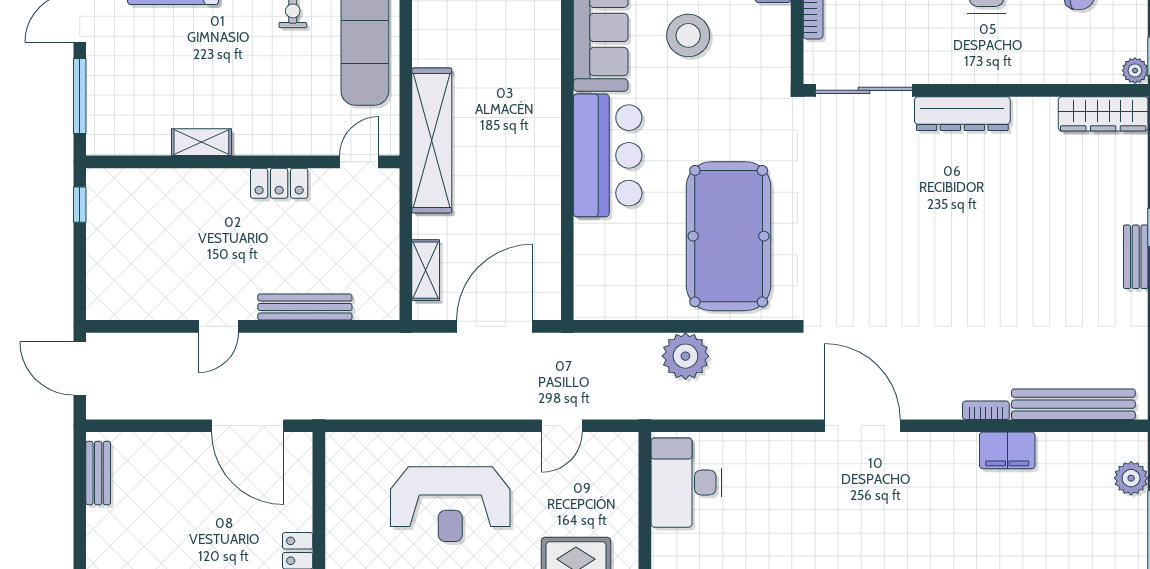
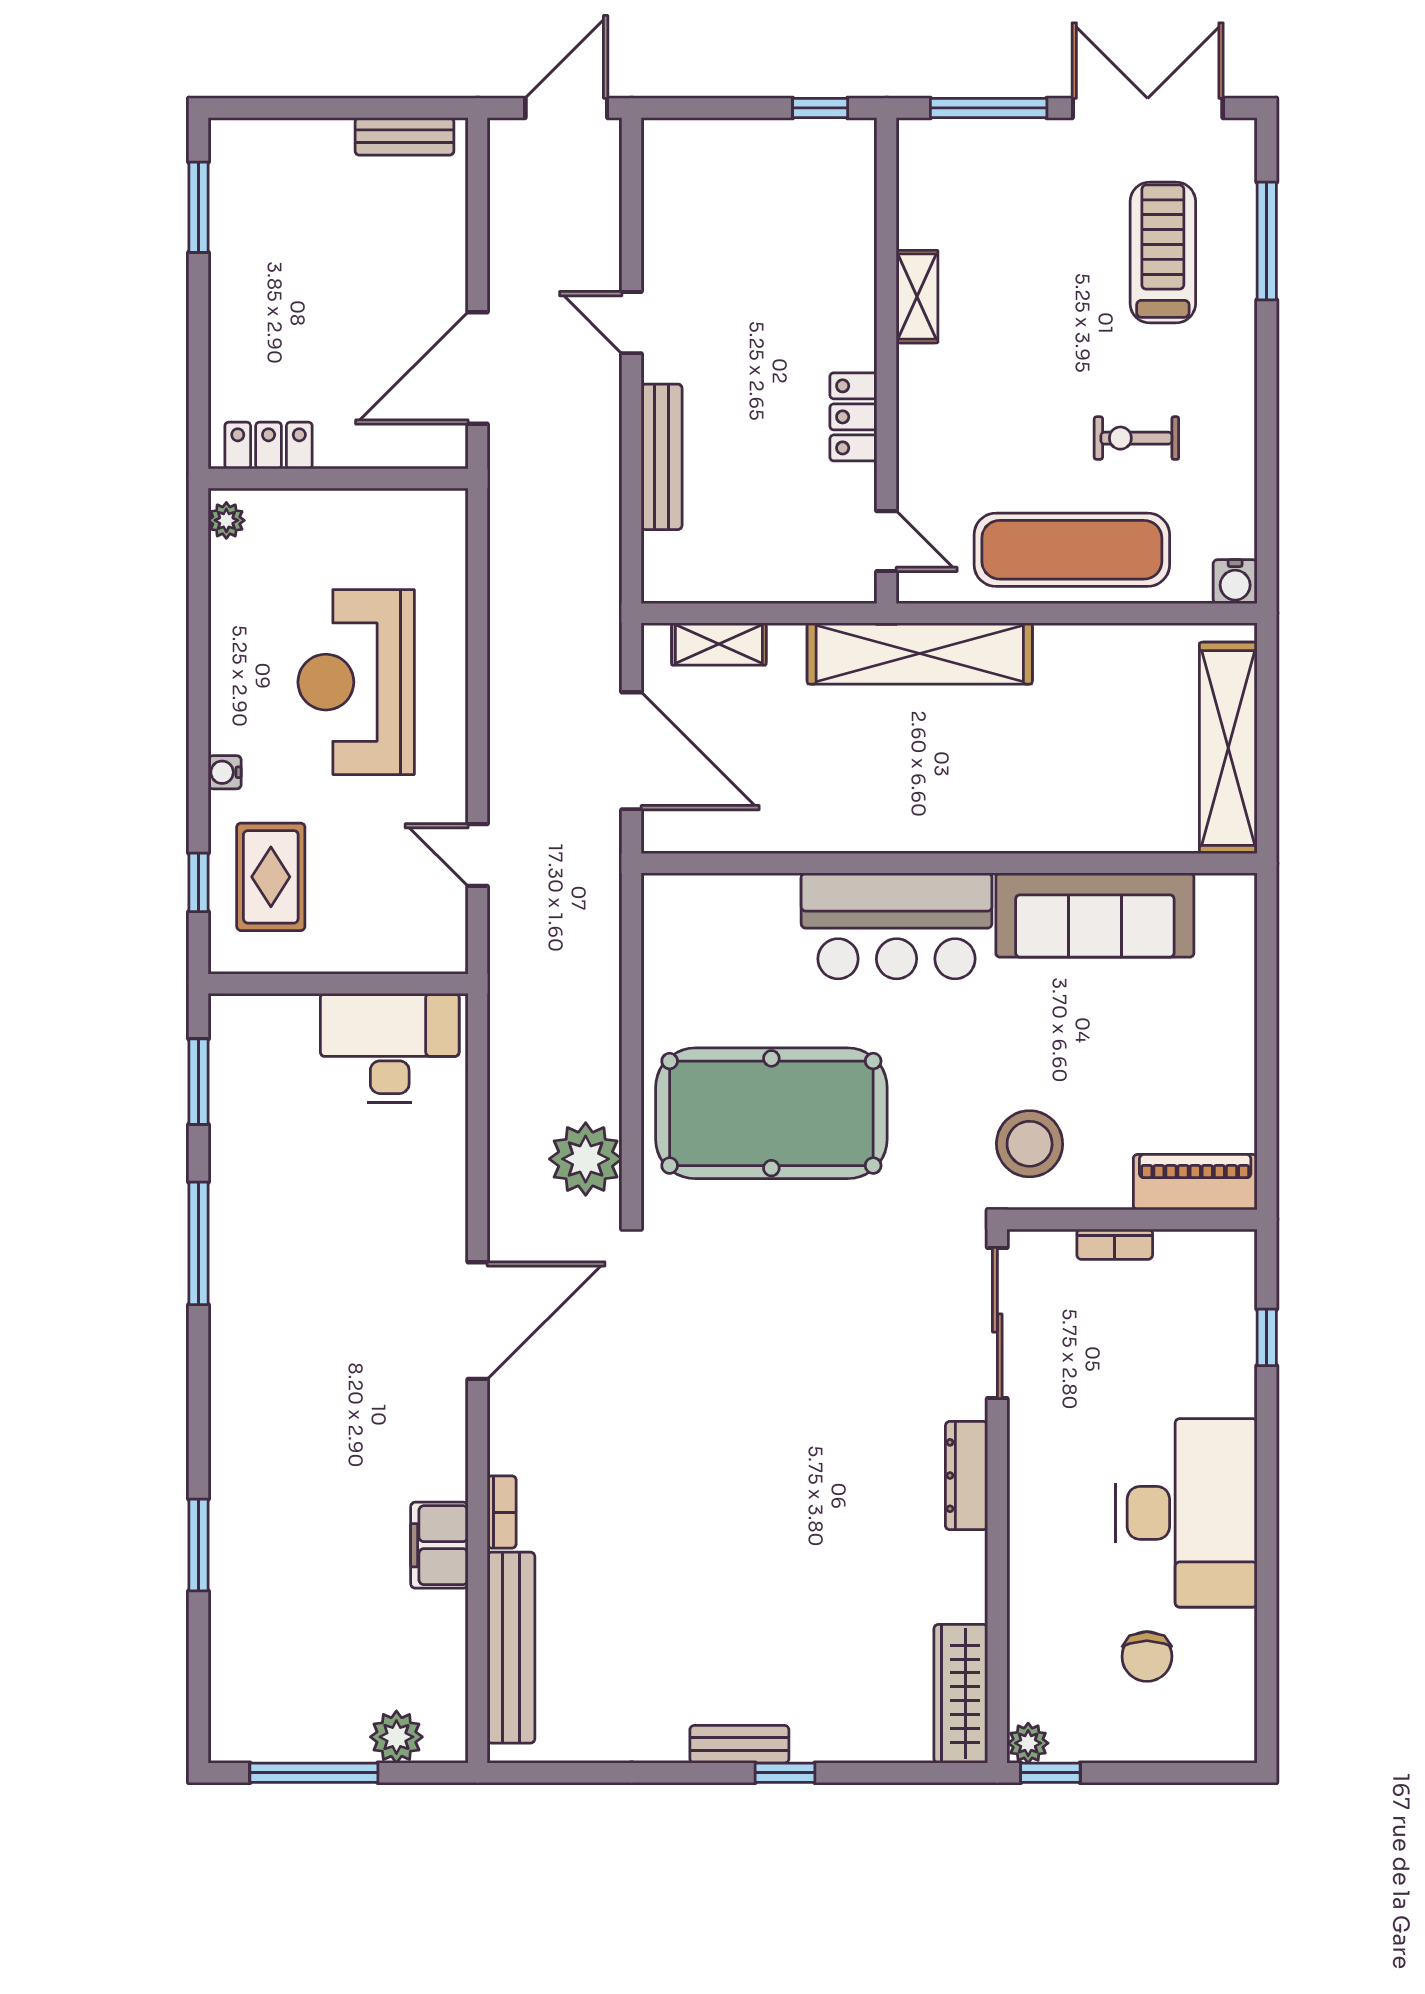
stool: (688, 35) -> (1030, 1144), moved
dresser: (962, 114) -> (966, 1476), width x0.73, depth x0.80
plant: (685, 356) -> (586, 1159), moved

